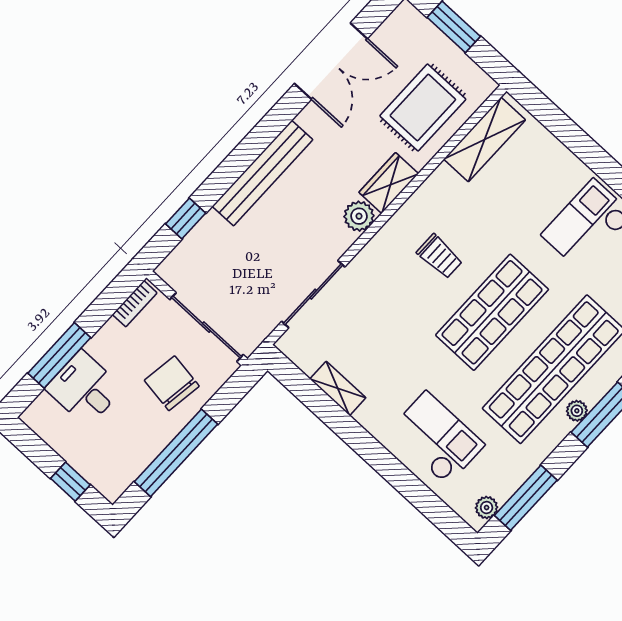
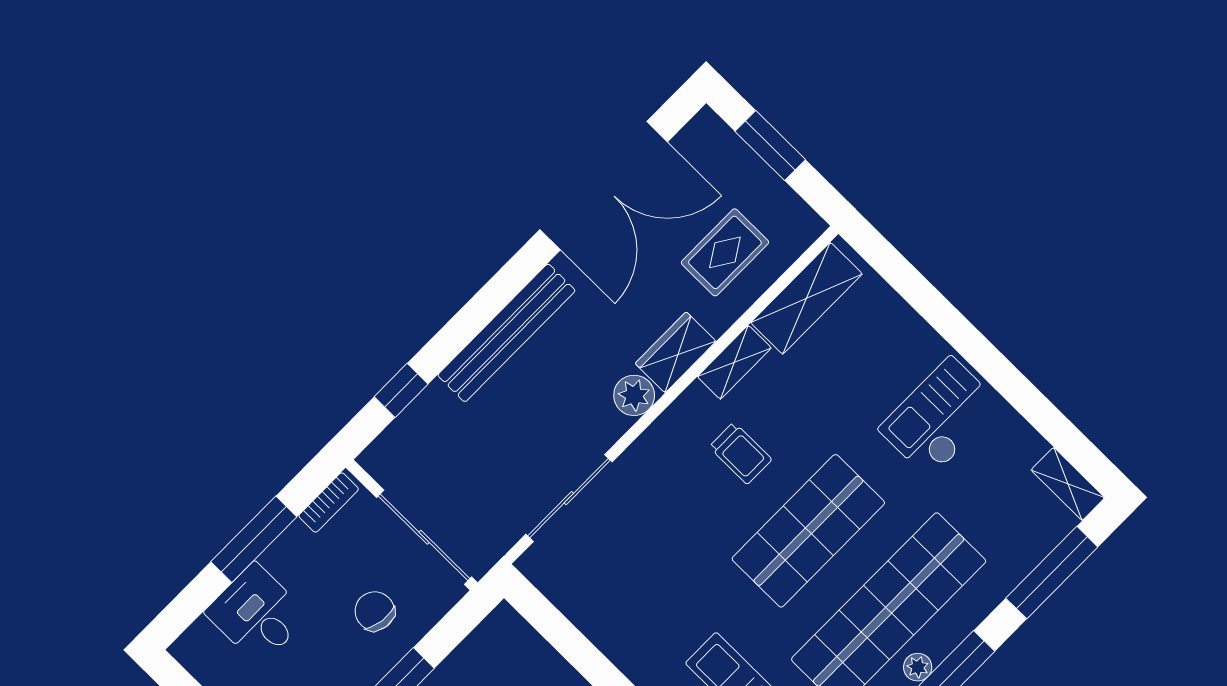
double door: (331, 61) -> (604, 186), width x1.36
rug: (423, 107) -> (725, 252), width x0.73, depth x0.70
window: (59, 355) -> (254, 539), moved
chair: (172, 383) -> (375, 611), width x0.73, depth x0.73
shelving: (338, 388) -> (734, 362), moved, turned 90

